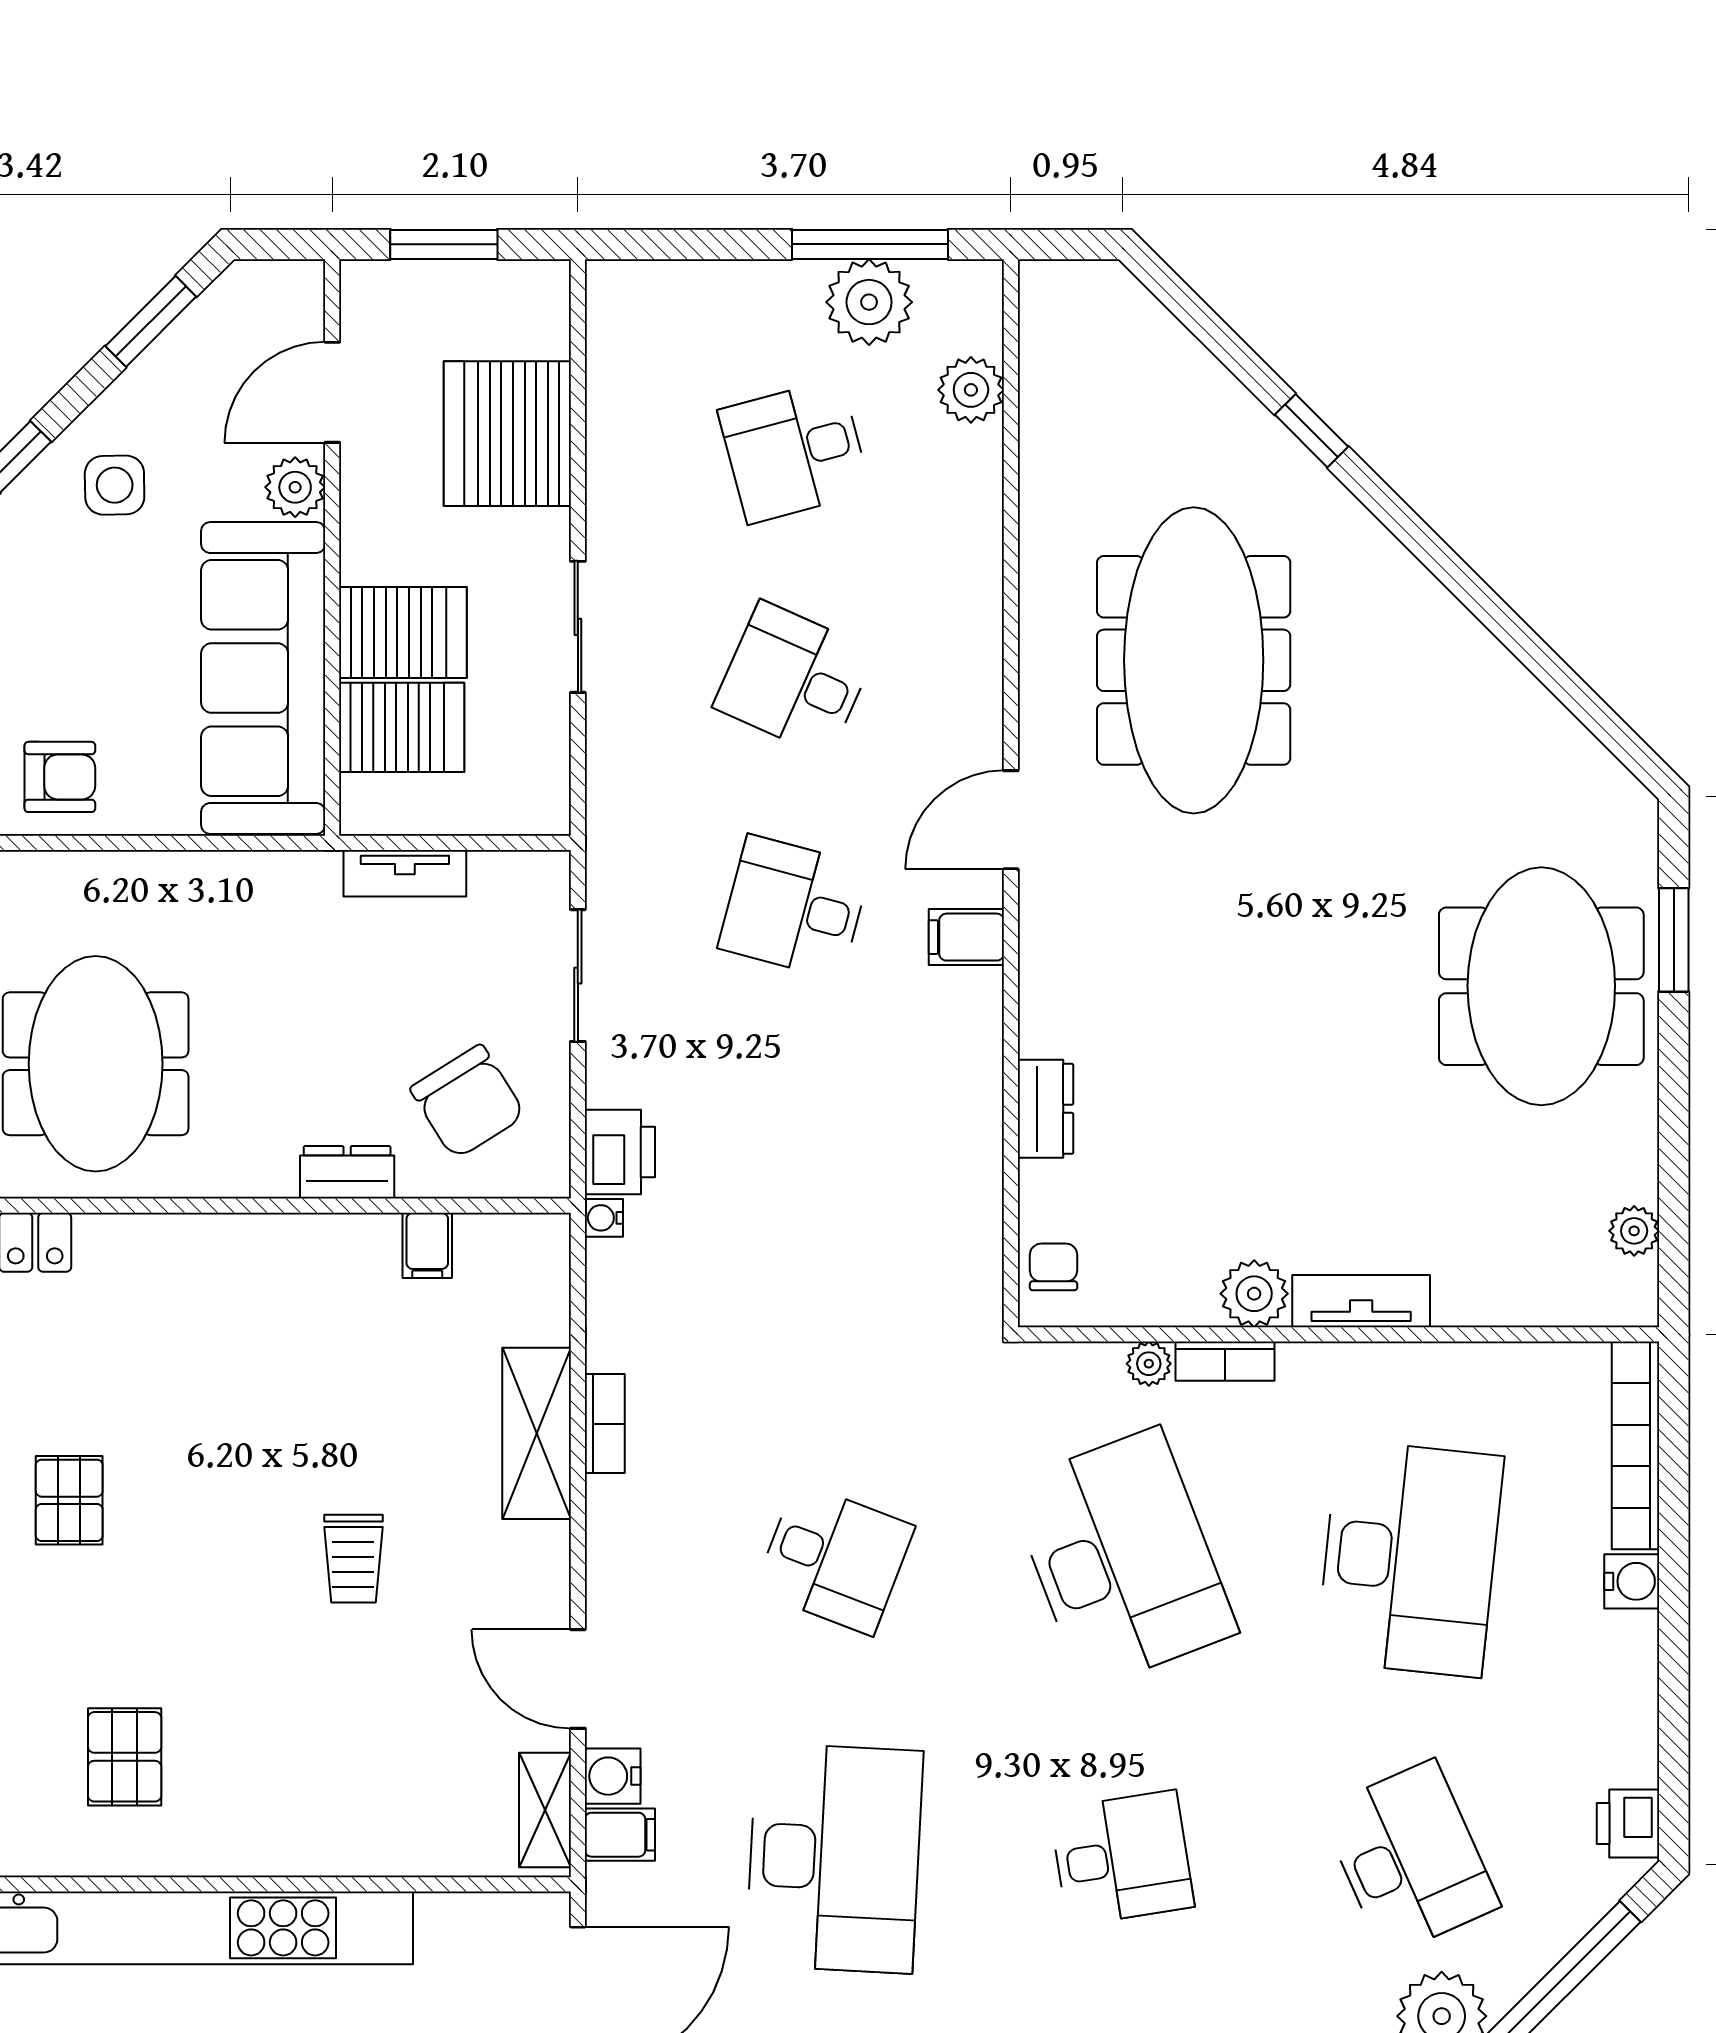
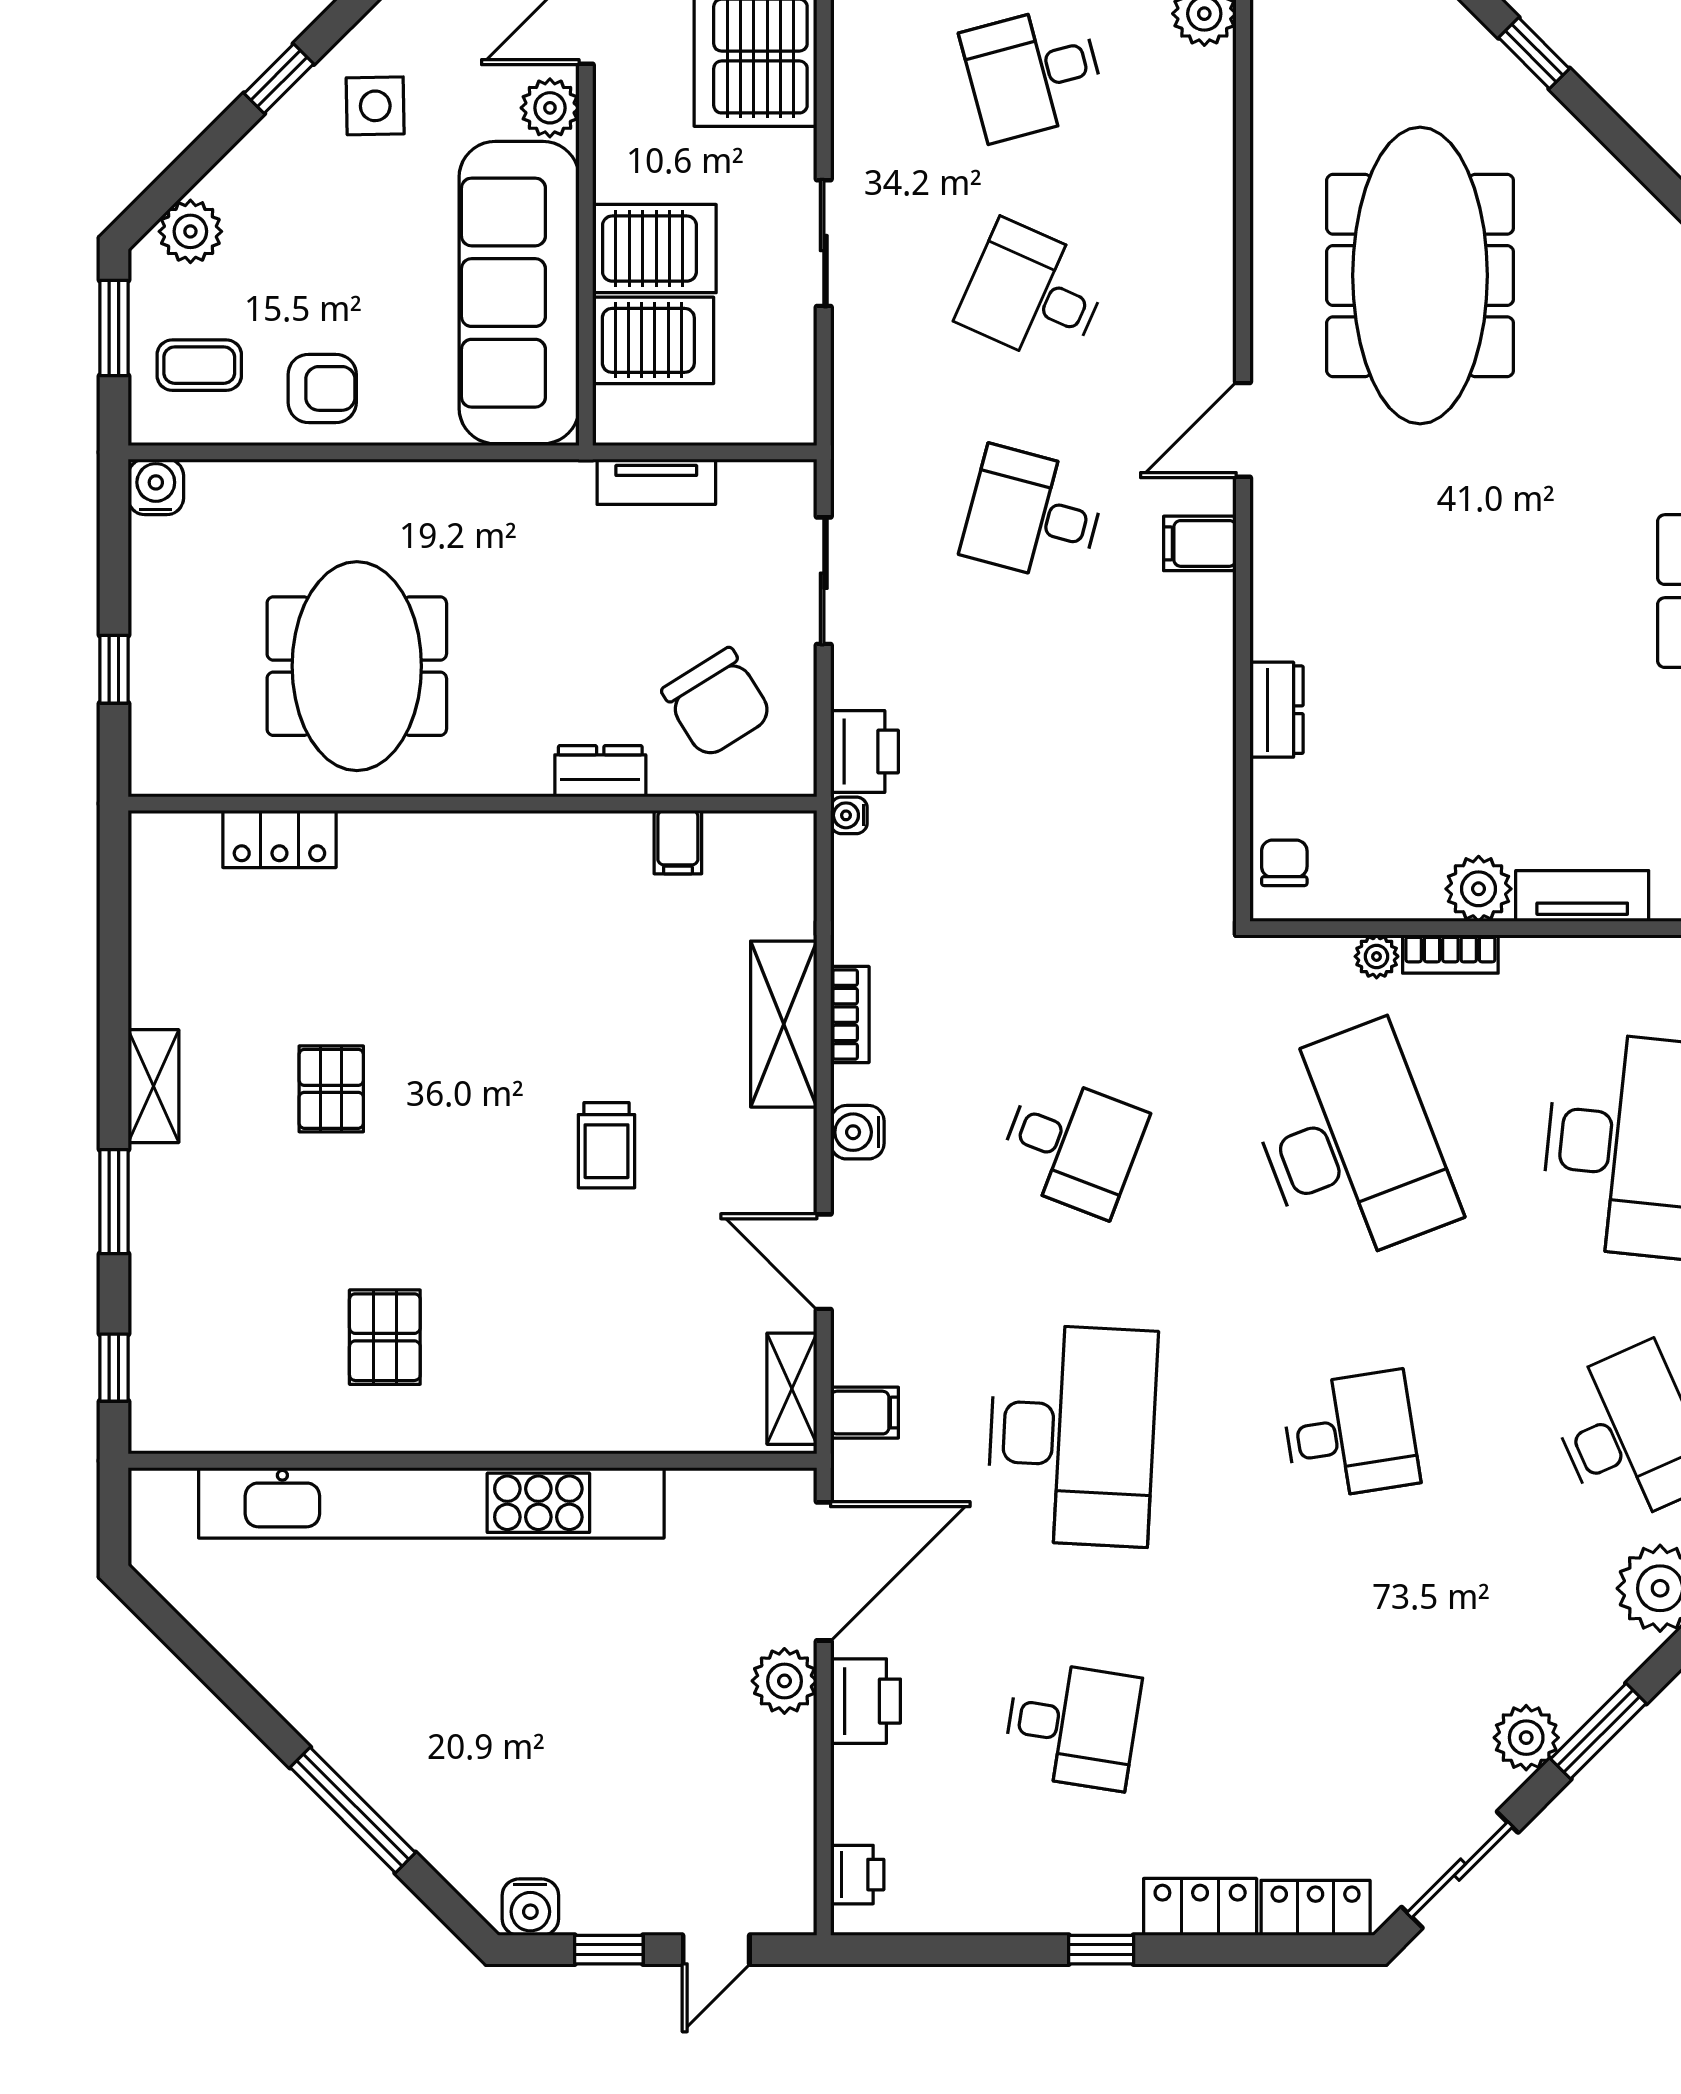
water cooler: (613, 1776) -> (857, 1132), moved

